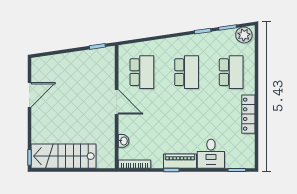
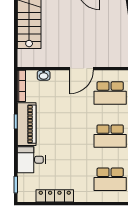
locker: (248, 114) -> (55, 196), moved
piano: (180, 161) -> (27, 124), width x1.37, depth x1.33

